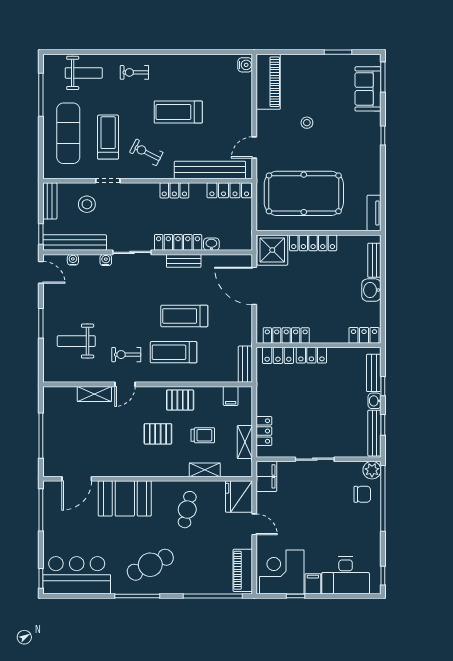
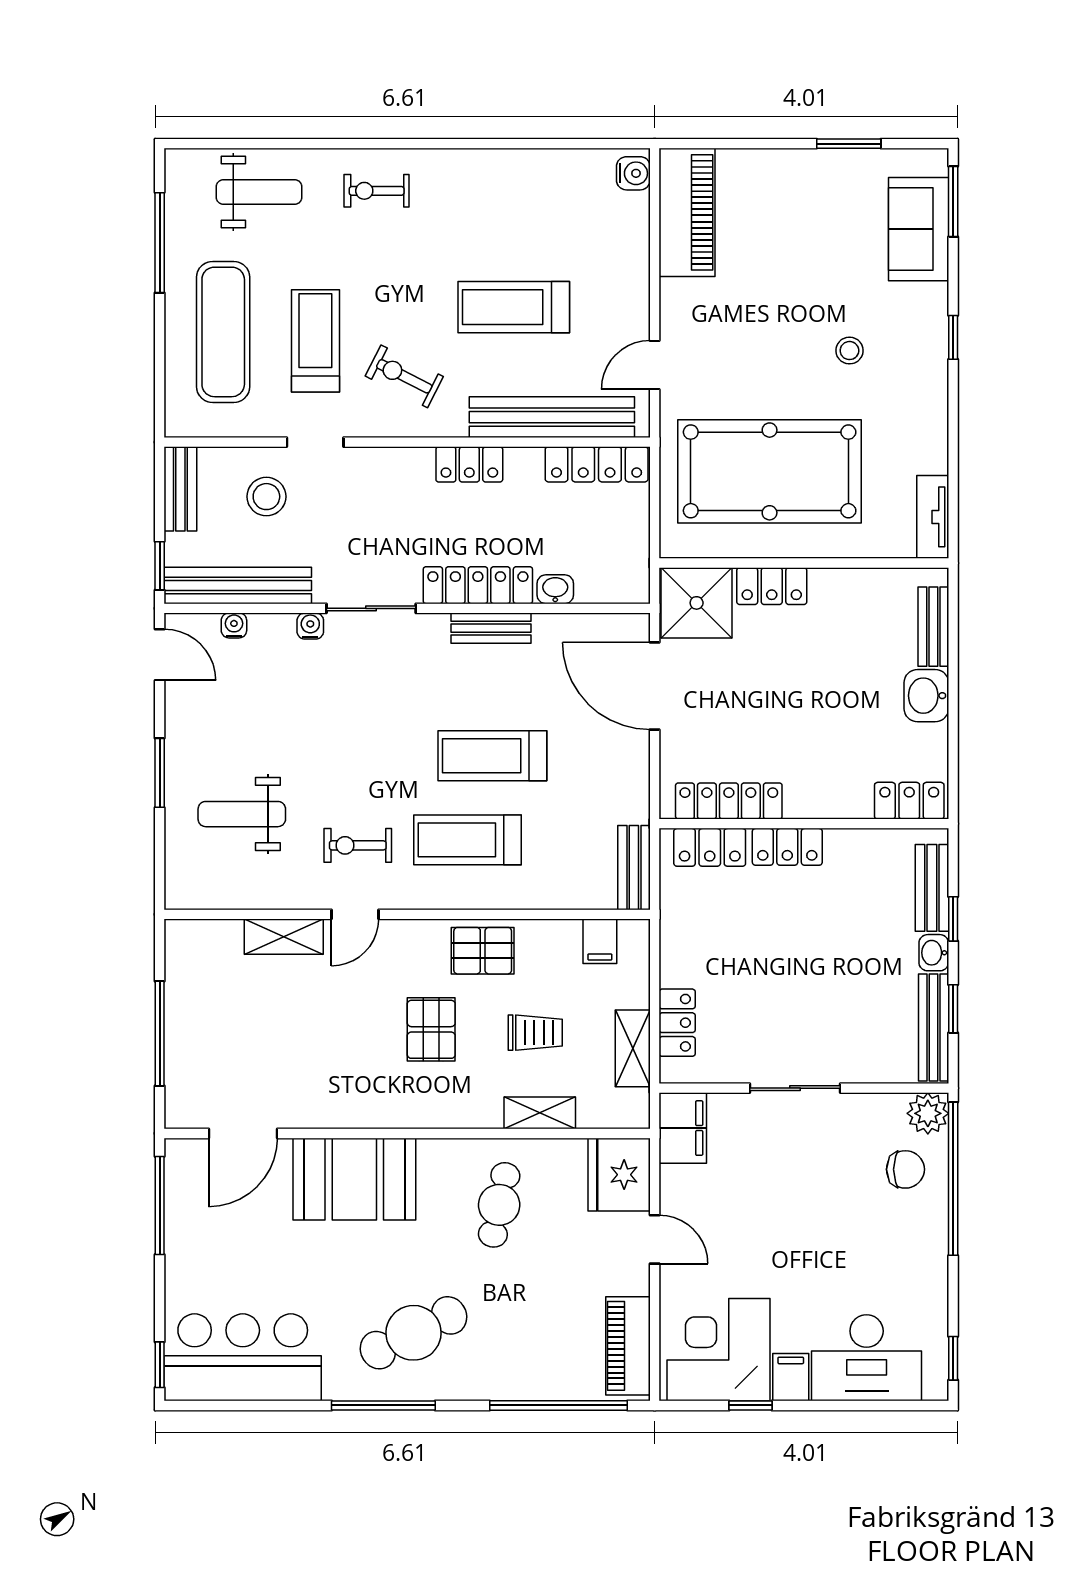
treadmill: (178, 112) -> (514, 307), moved
stool: (307, 123) -> (849, 351), moved
locker: (313, 243) -> (772, 586), width x0.66
pallet: (158, 434) -> (431, 1029), turned 90

